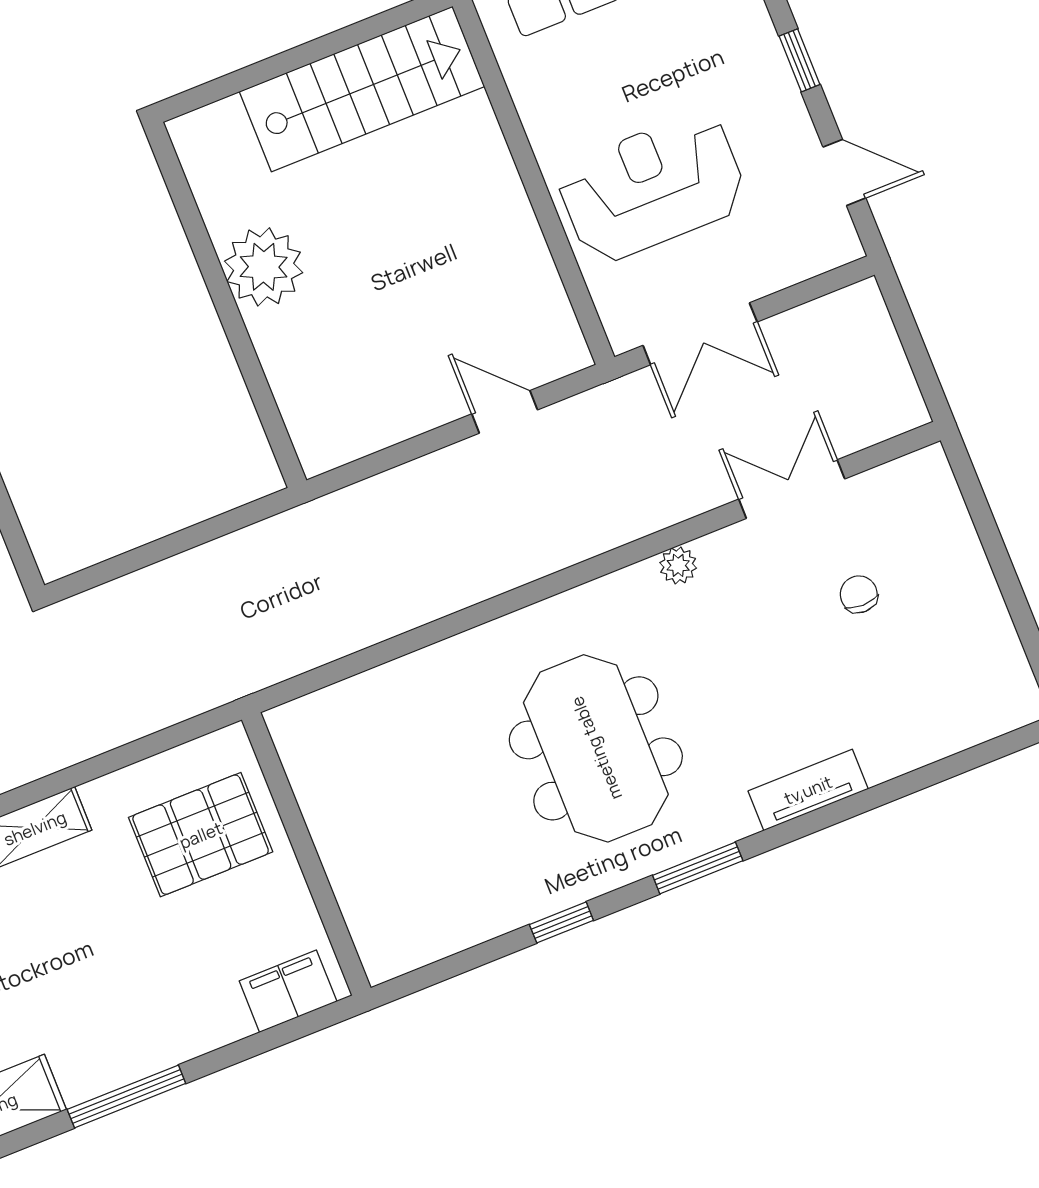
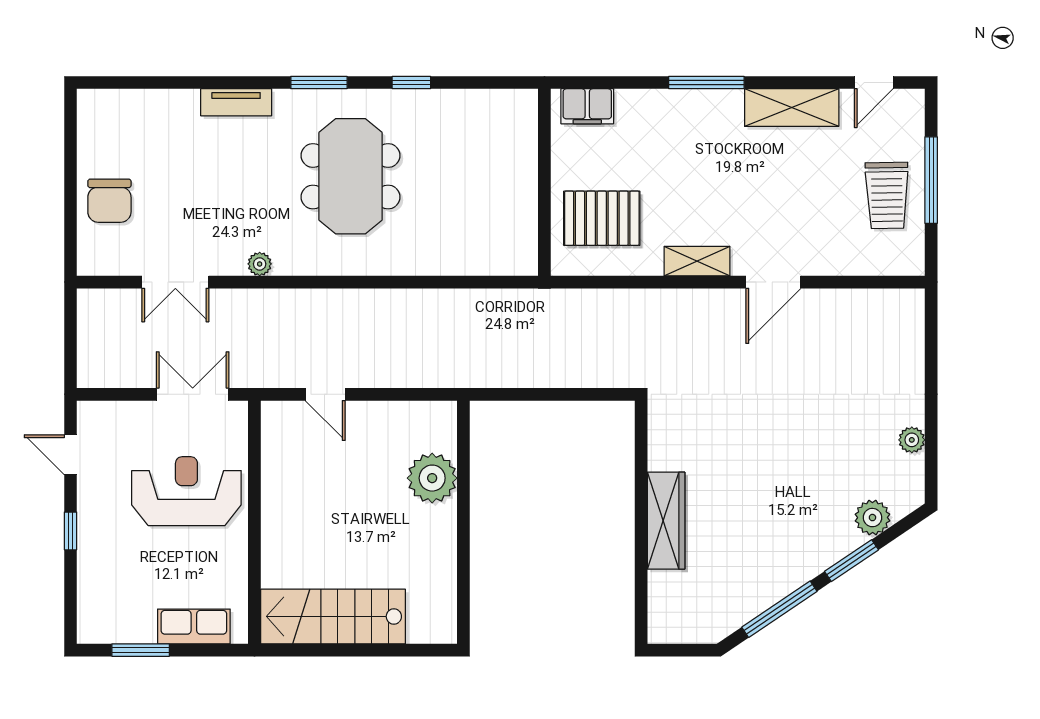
reception desk: (652, 187) -> (186, 491), turned 180
plant: (264, 267) -> (432, 478), moved
chair: (859, 594) -> (109, 201), moved, width x1.87, depth x1.87

